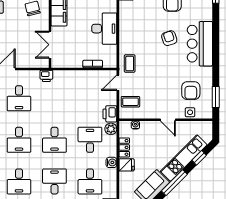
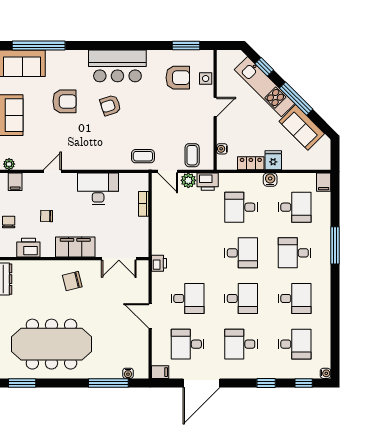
plant: (111, 129) -> (188, 180), moved

